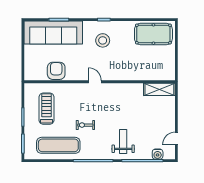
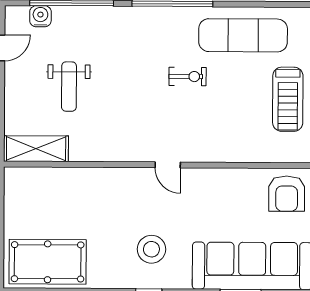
armchair: (56, 71) -> (287, 194), moved
treadmill: (46, 109) -> (288, 99), moved
weight bench: (123, 142) -> (69, 87), moved

